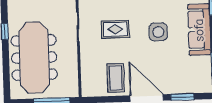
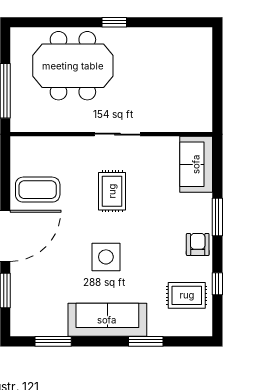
meeting table: (34, 58) -> (73, 66), width x0.73

